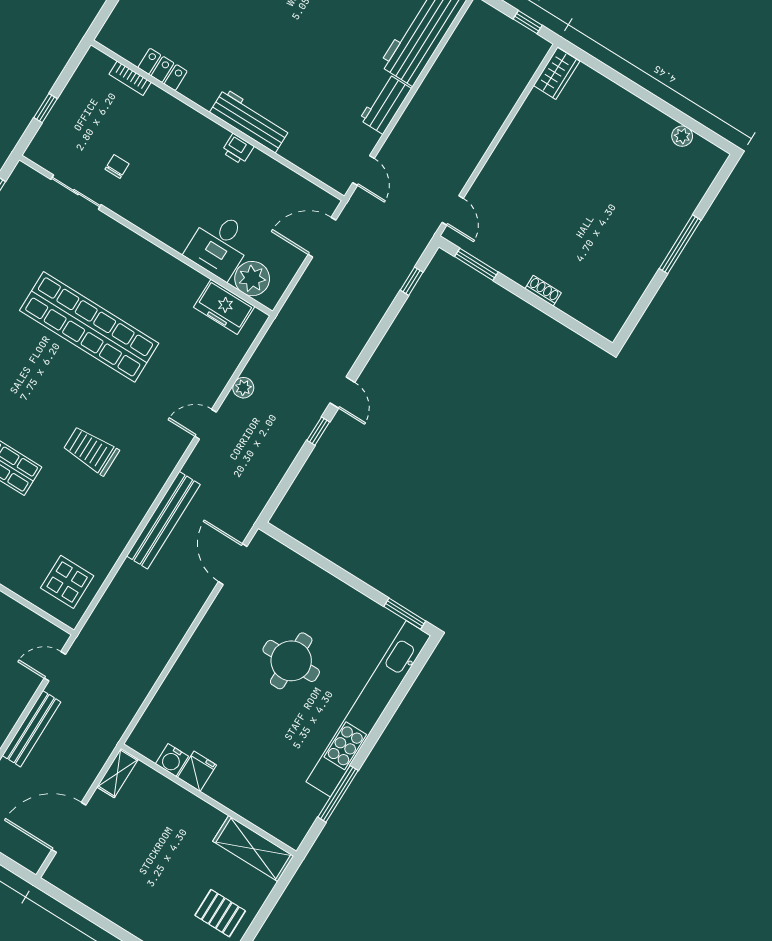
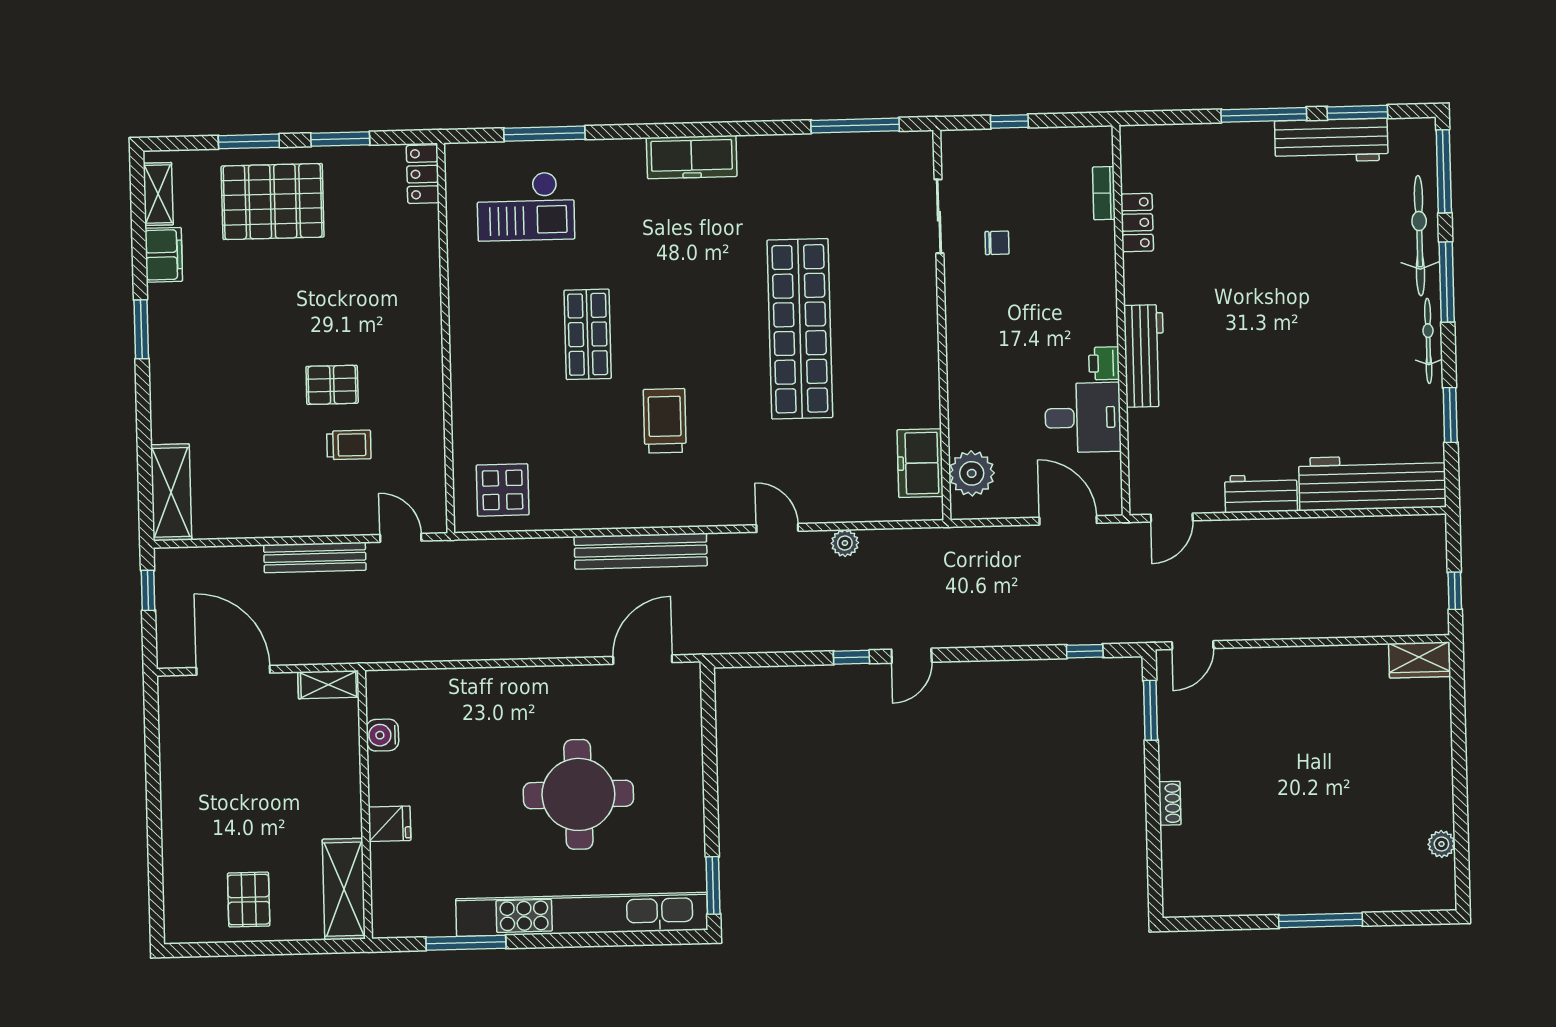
desk: (219, 245) -> (1083, 418), moved, turned 180
round table: (291, 661) -> (578, 794), width x1.36, depth x1.36
fridge: (197, 771) -> (390, 824), moved

